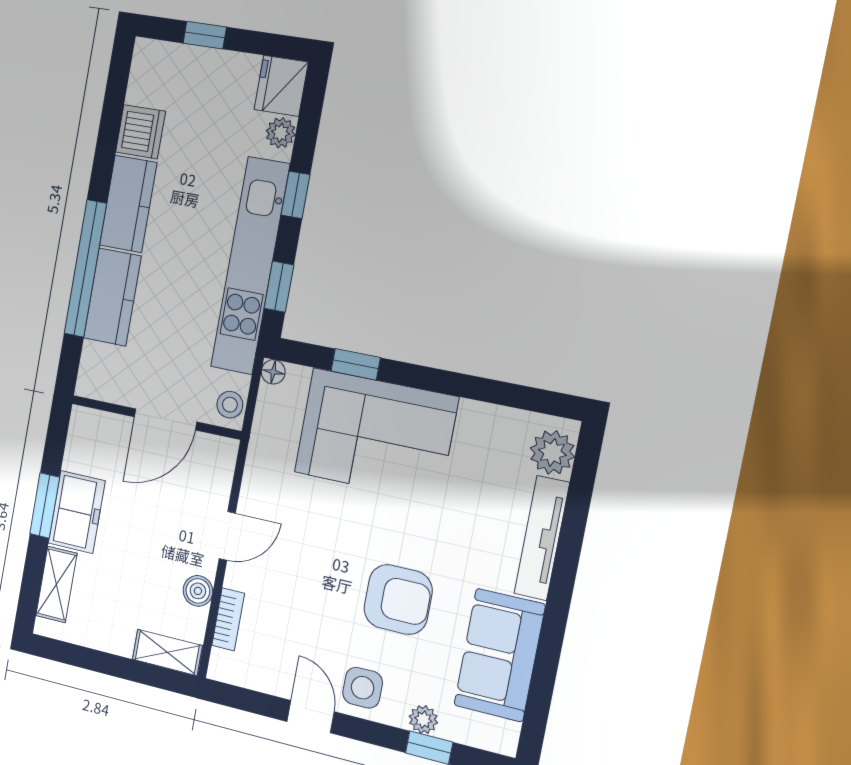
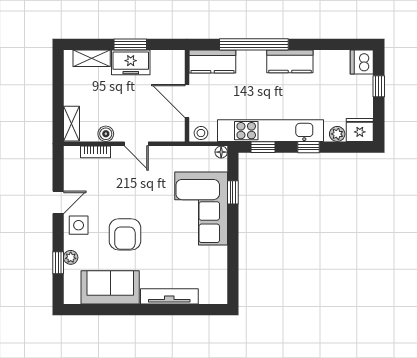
dishwasher: (140, 132) -> (362, 62), moved, turned 90
kitchen counter: (112, 297) -> (212, 62), moved
plant: (552, 452) -> (210, 293), removed

